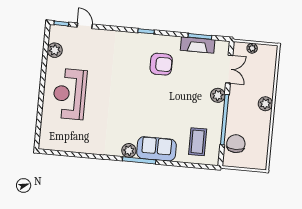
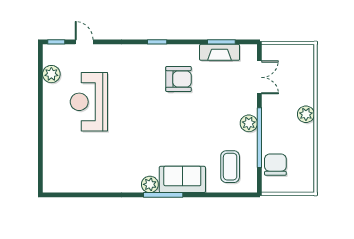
plant: (252, 48) -> (284, 50), removed
reception desk: (70, 94) -> (89, 102), moved
plant: (218, 95) -> (249, 123), moved

